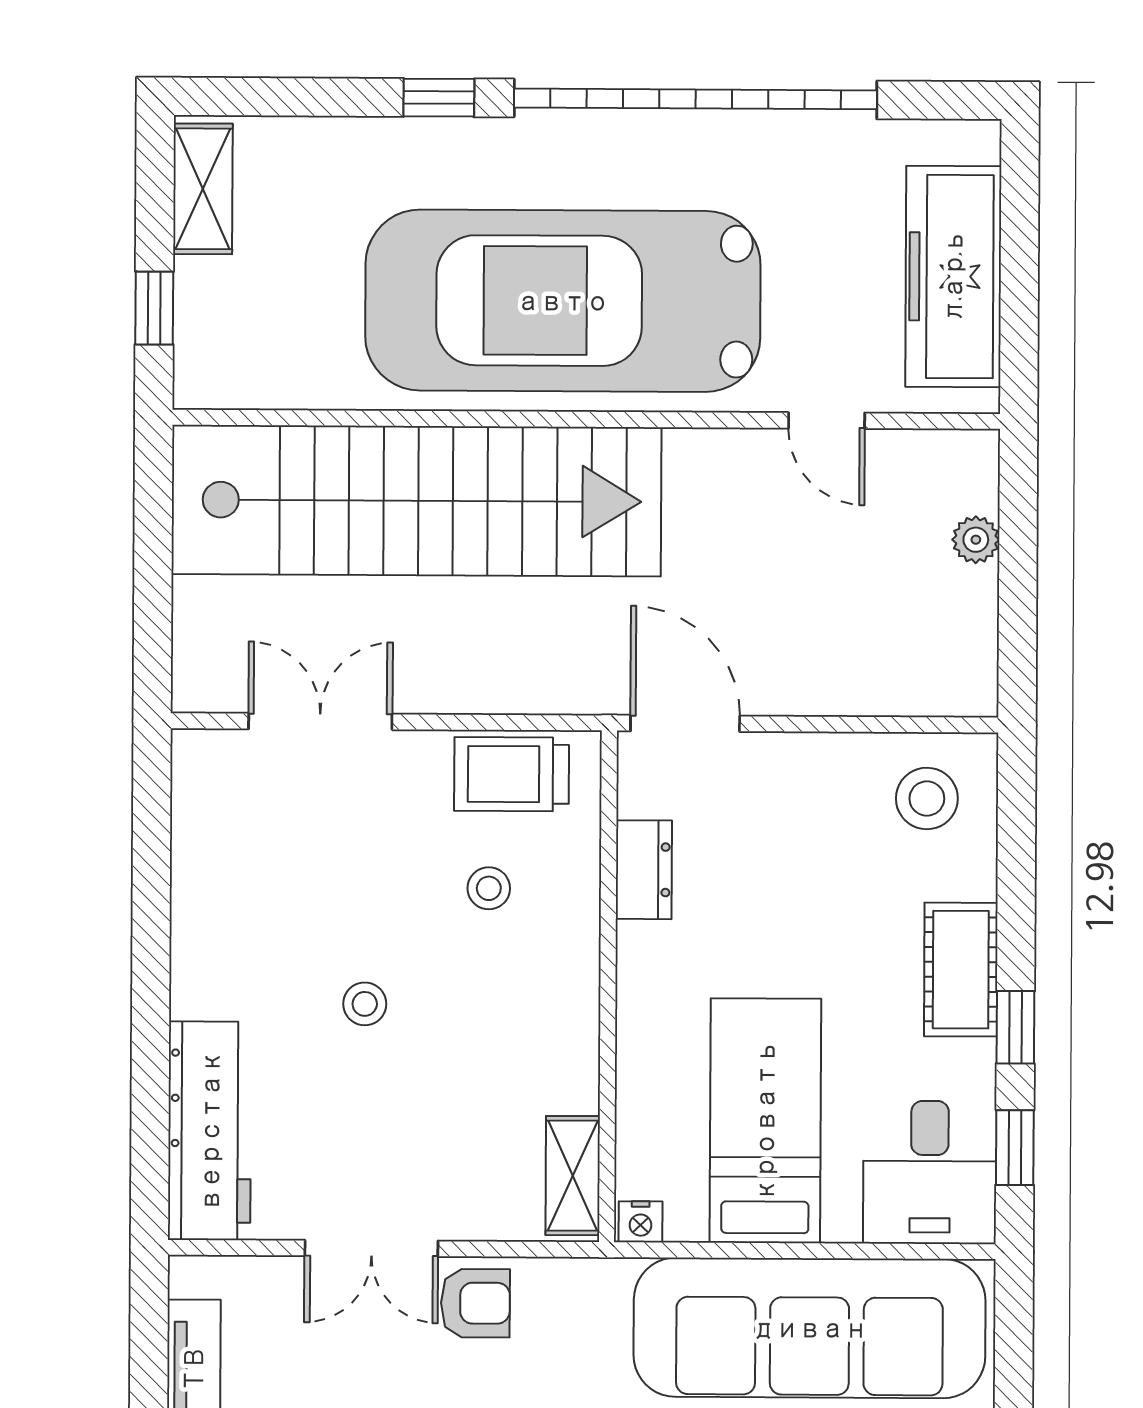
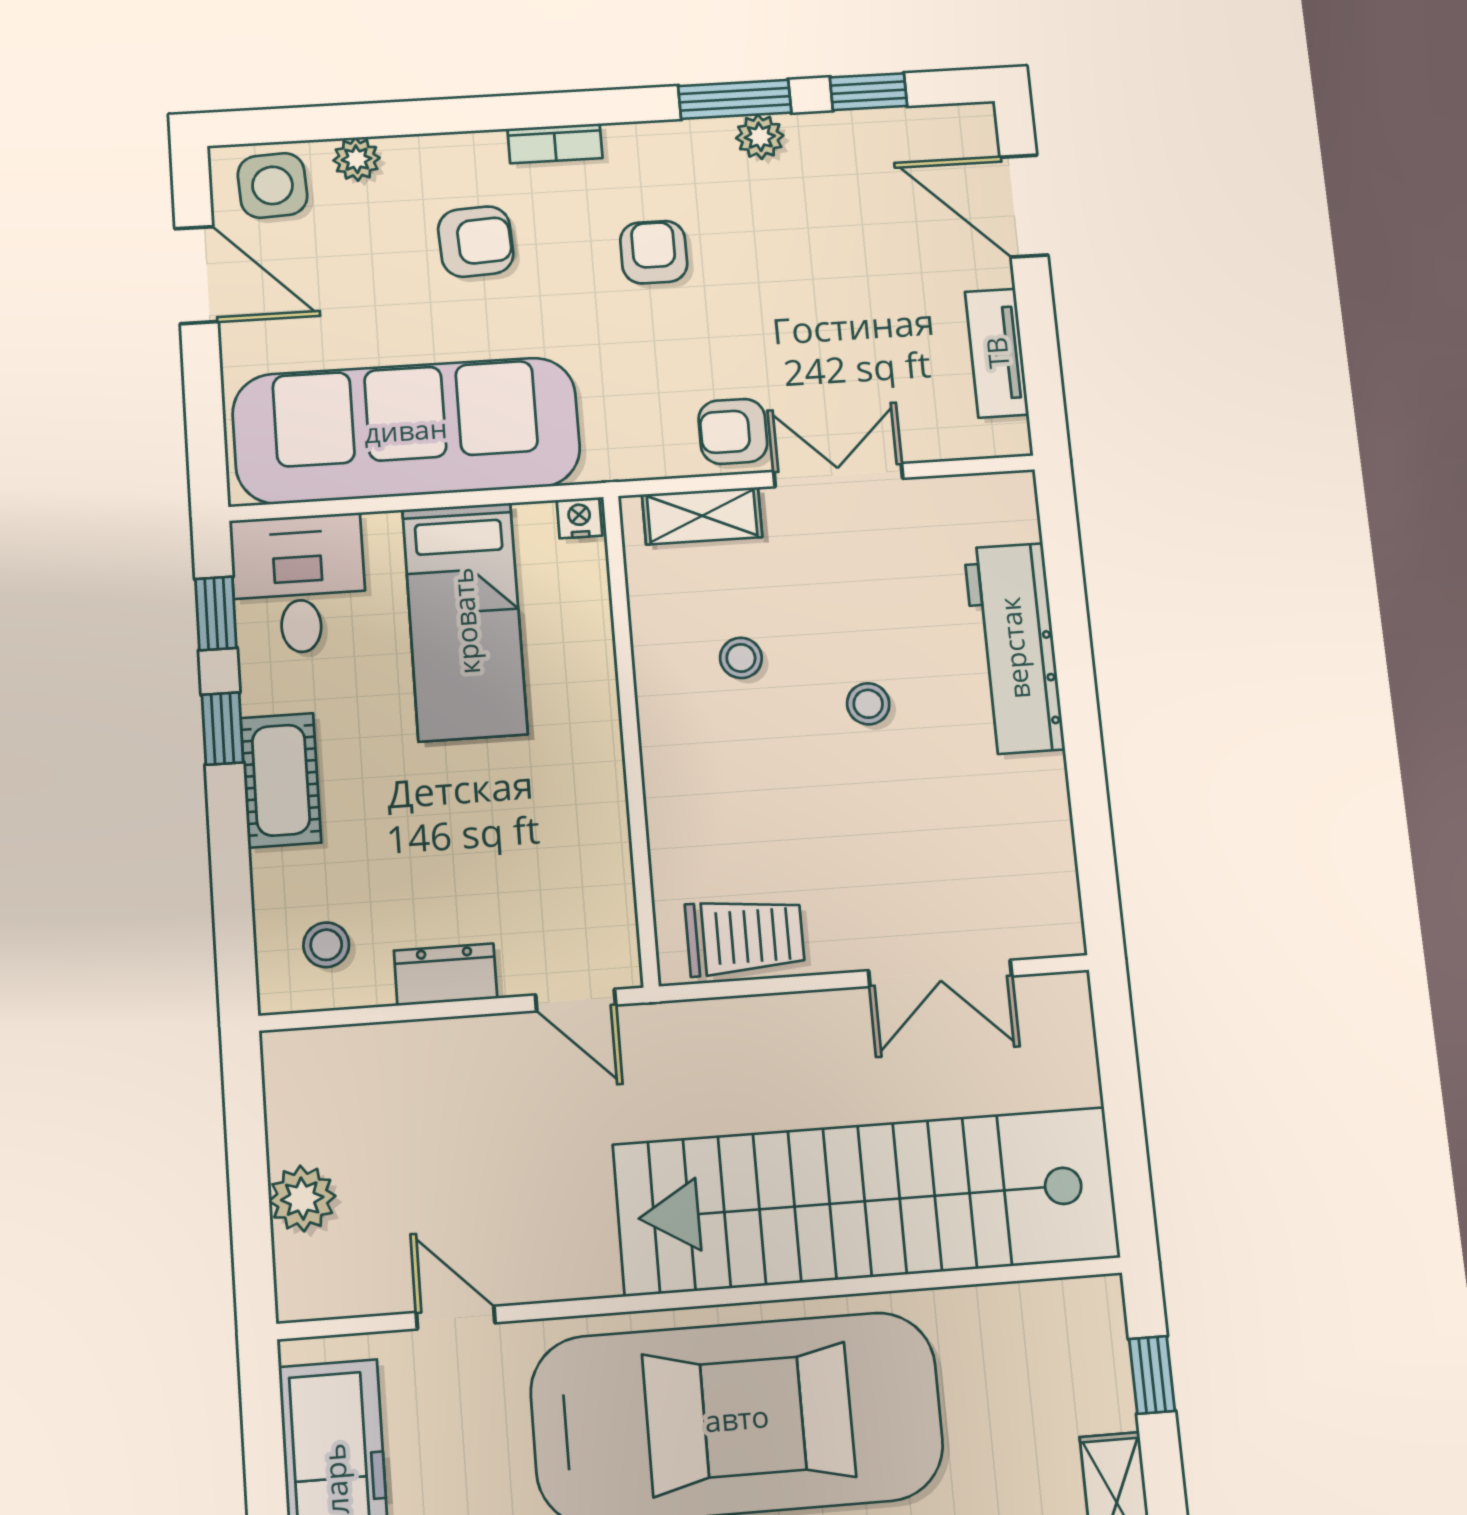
plant: (976, 540) -> (302, 1199), width x1.38, depth x1.38
door: (685, 723) -> (576, 1000), width x0.73
stool: (927, 798) -> (326, 945), width x0.73, depth x0.73
dresser: (644, 870) -> (446, 974), moved, turned 90
stool: (489, 888) -> (741, 658), moved
workbench: (210, 1131) -> (1014, 648), moved
shelving: (573, 1176) -> (702, 516), moved, turned 90

